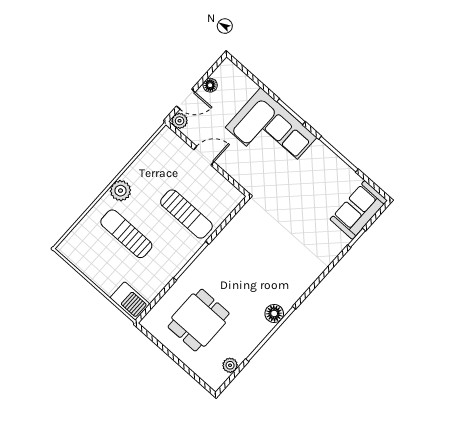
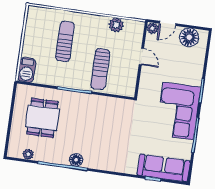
floor lamp: (210, 85) -> (189, 37), width x1.89, depth x1.89
door: (186, 99) -> (168, 23), hinge flipped
corner sofa: (271, 132) -> (178, 111), moved
plant: (120, 191) -> (116, 25), moved
sofa: (359, 210) -> (164, 168), width x1.36
dining table: (199, 320) -> (42, 118), turned 90

